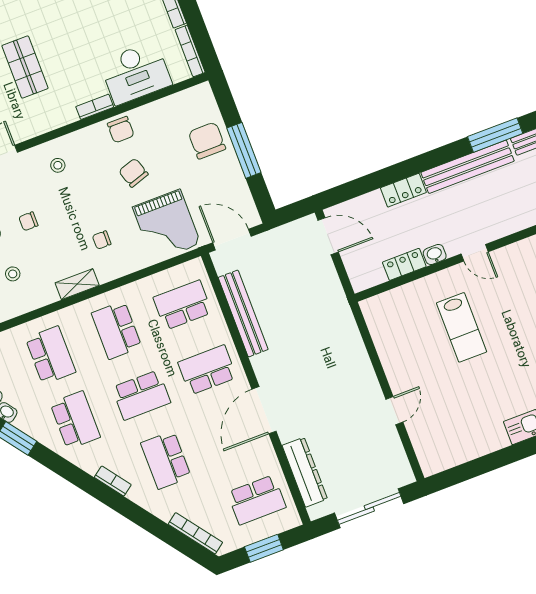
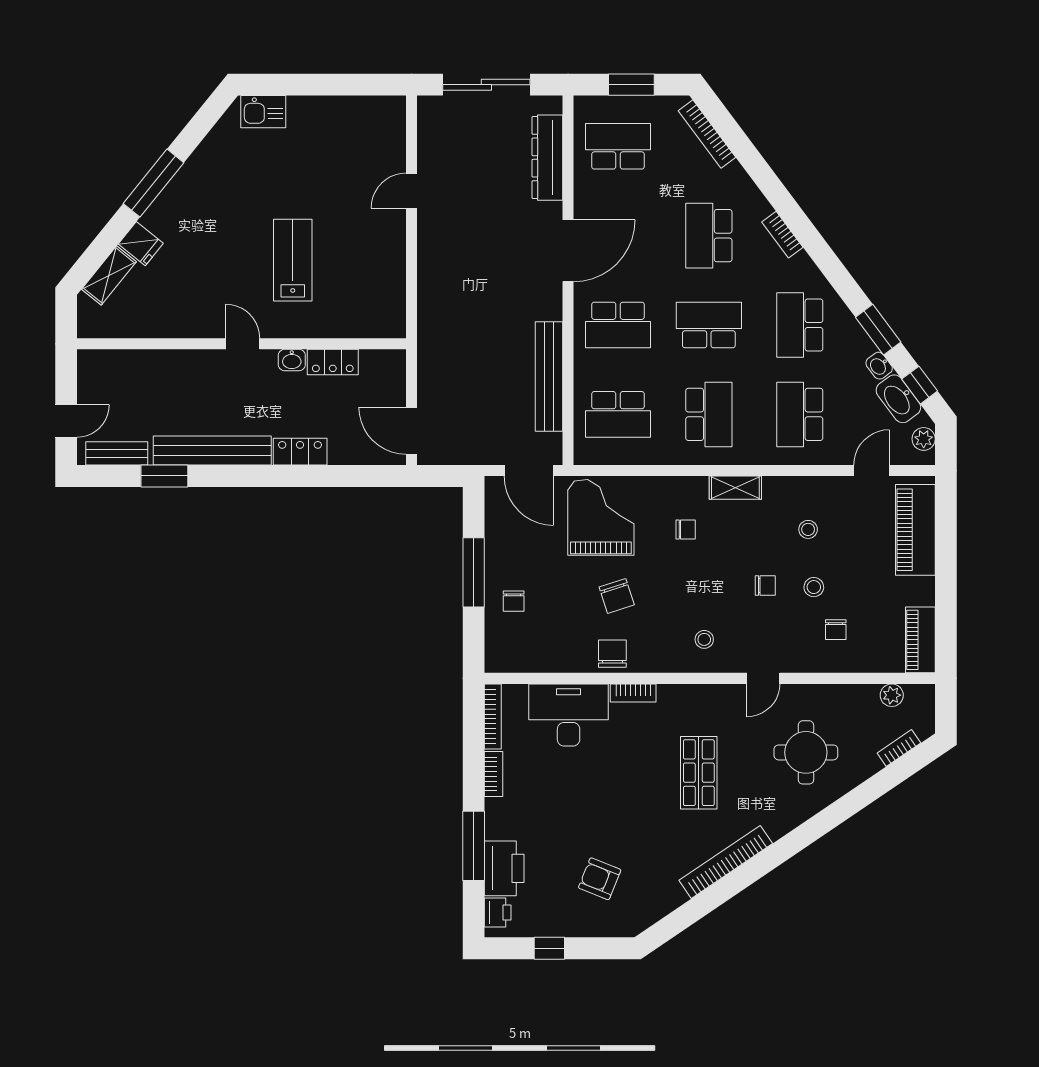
window: (495, 135) -> (164, 476), width x0.69
chair: (207, 141) -> (514, 601), width x0.54, depth x0.54
school desk: (166, 460) -> (709, 236), turned 180

